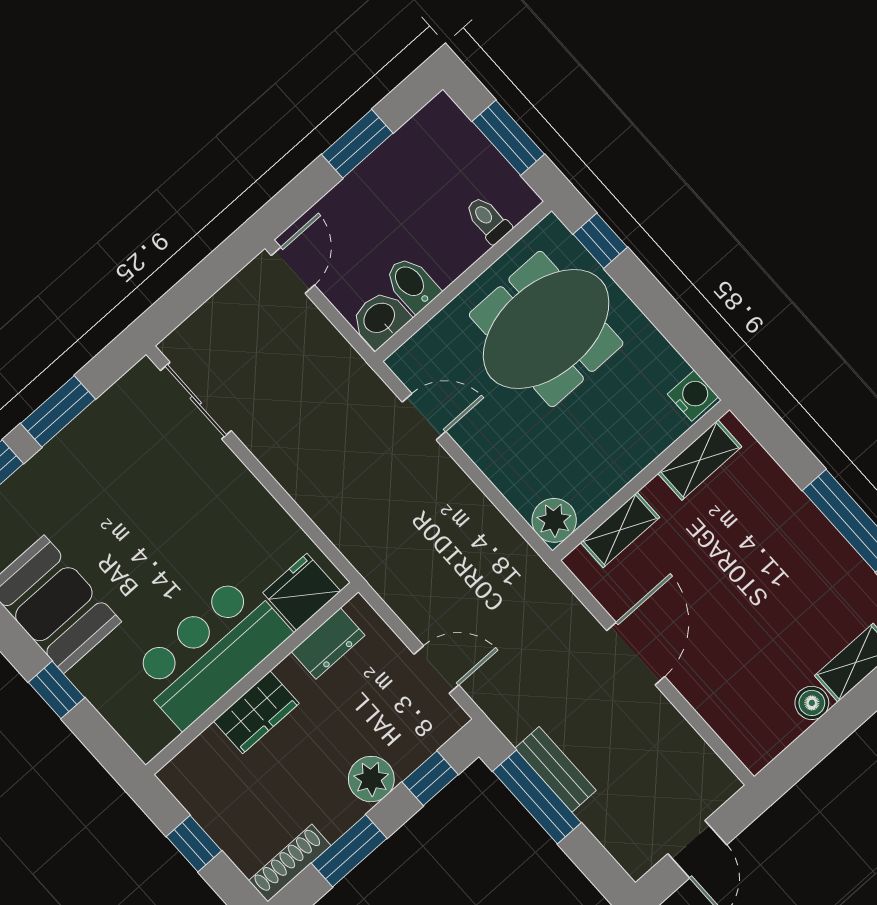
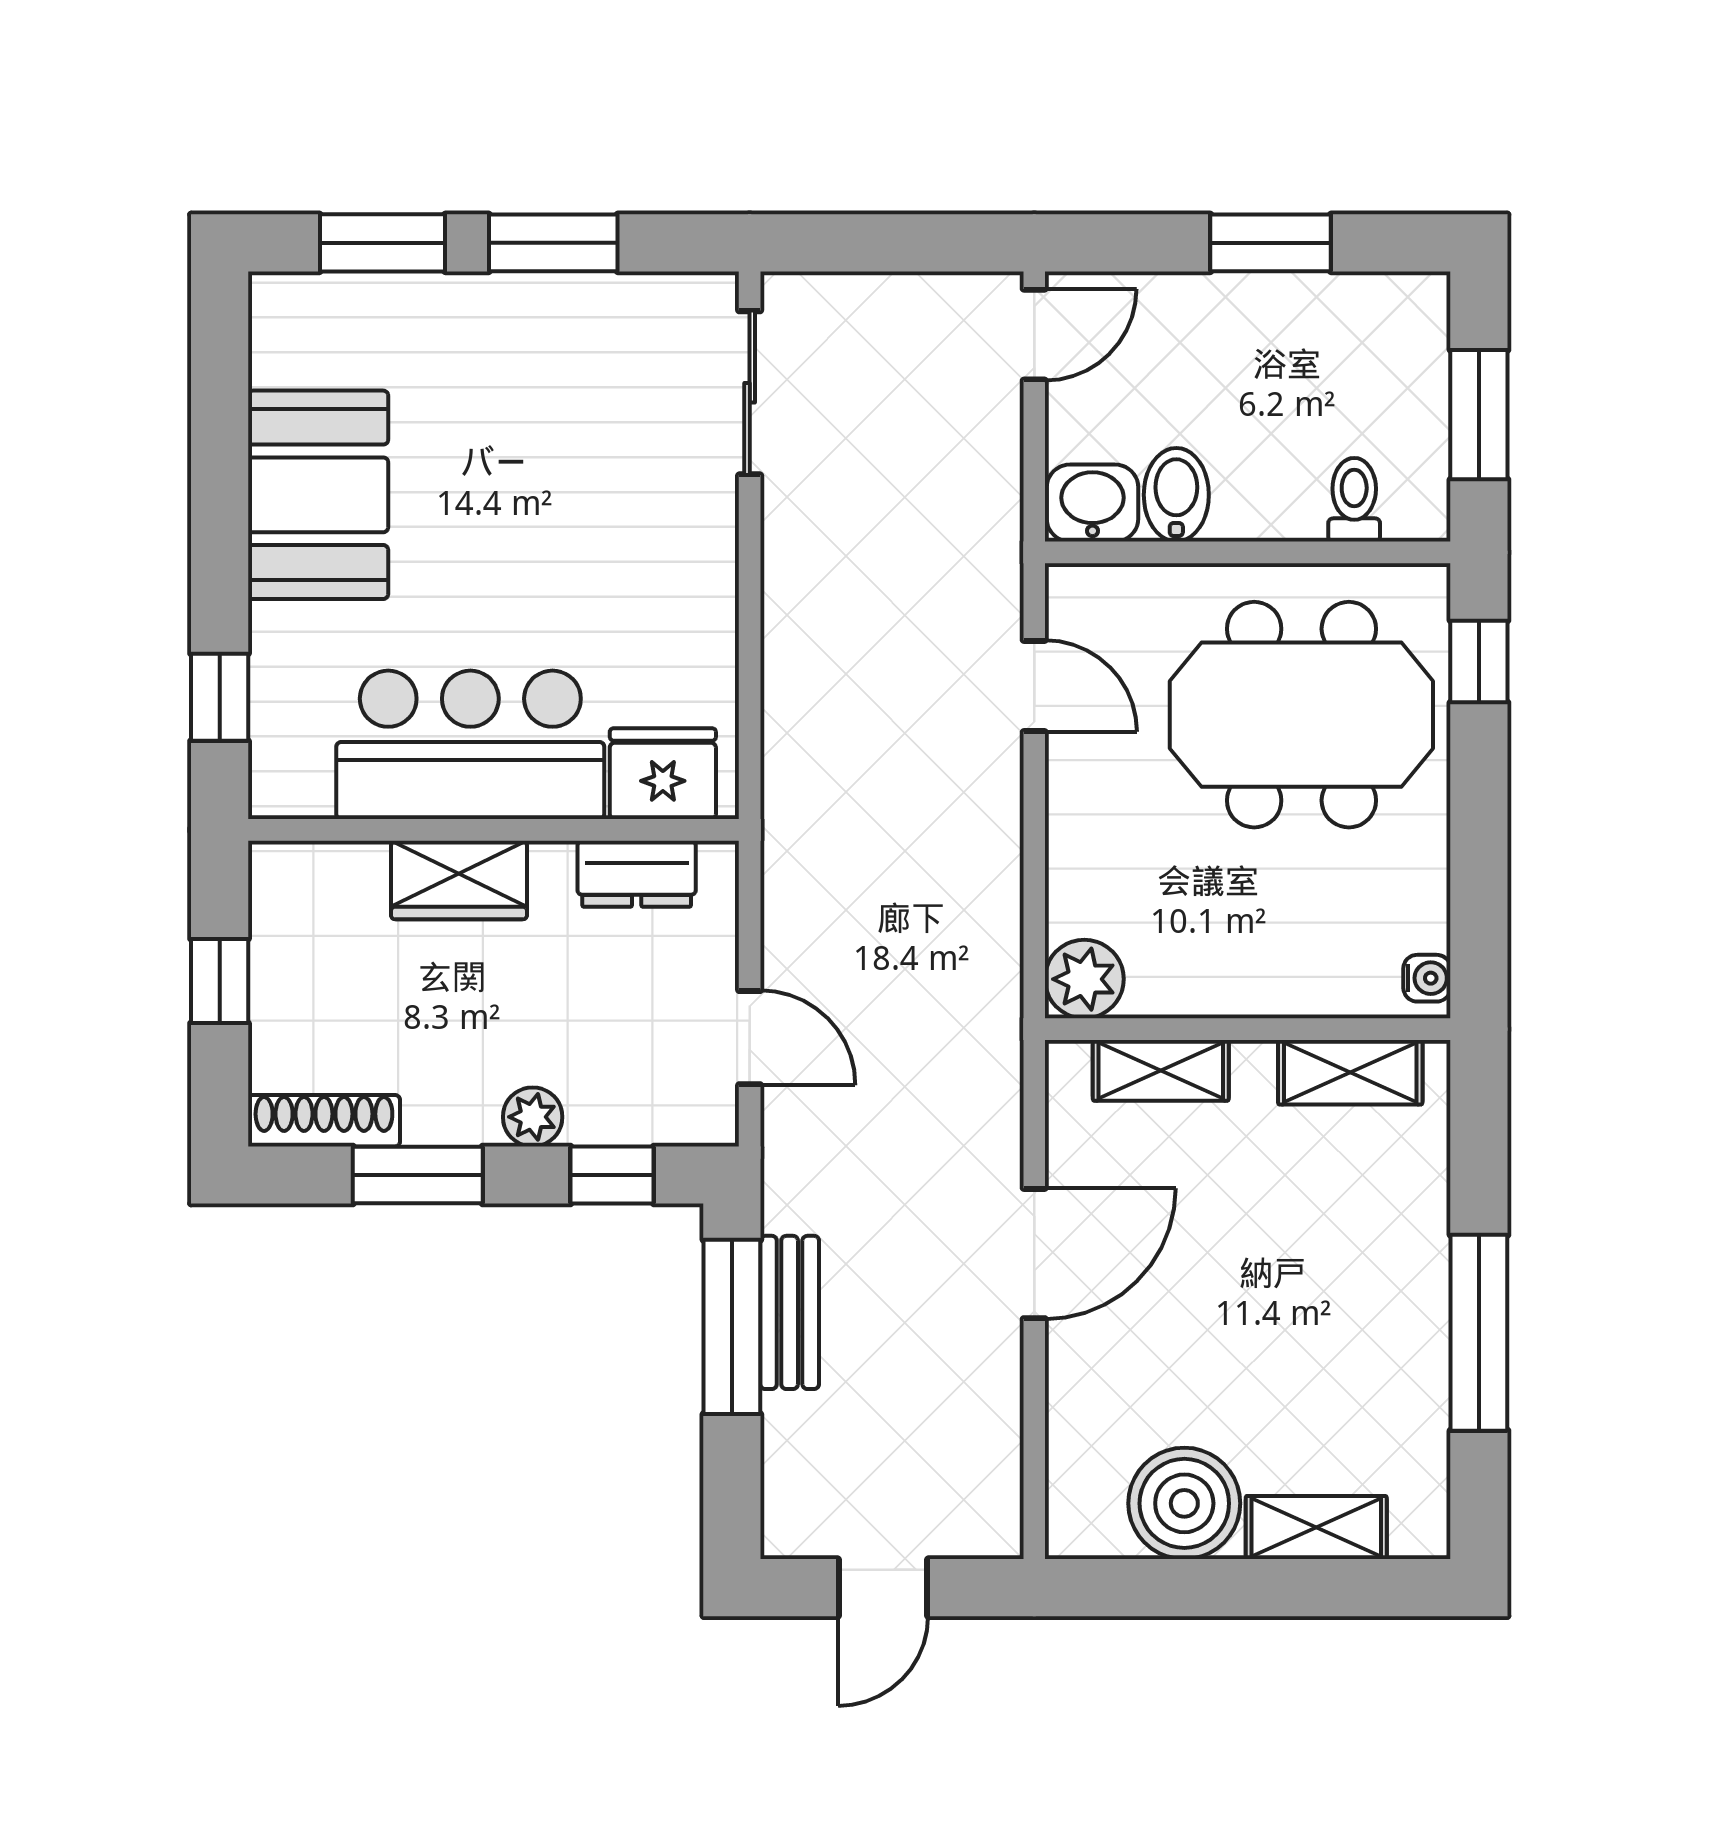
water cooler: (693, 396) -> (1427, 978), width x0.72, depth x0.72
window: (57, 690) -> (220, 697), moved
boiler: (812, 703) -> (1184, 1503), width x1.86, depth x1.86
plant: (371, 779) -> (533, 1117), width x0.73, depth x0.73

